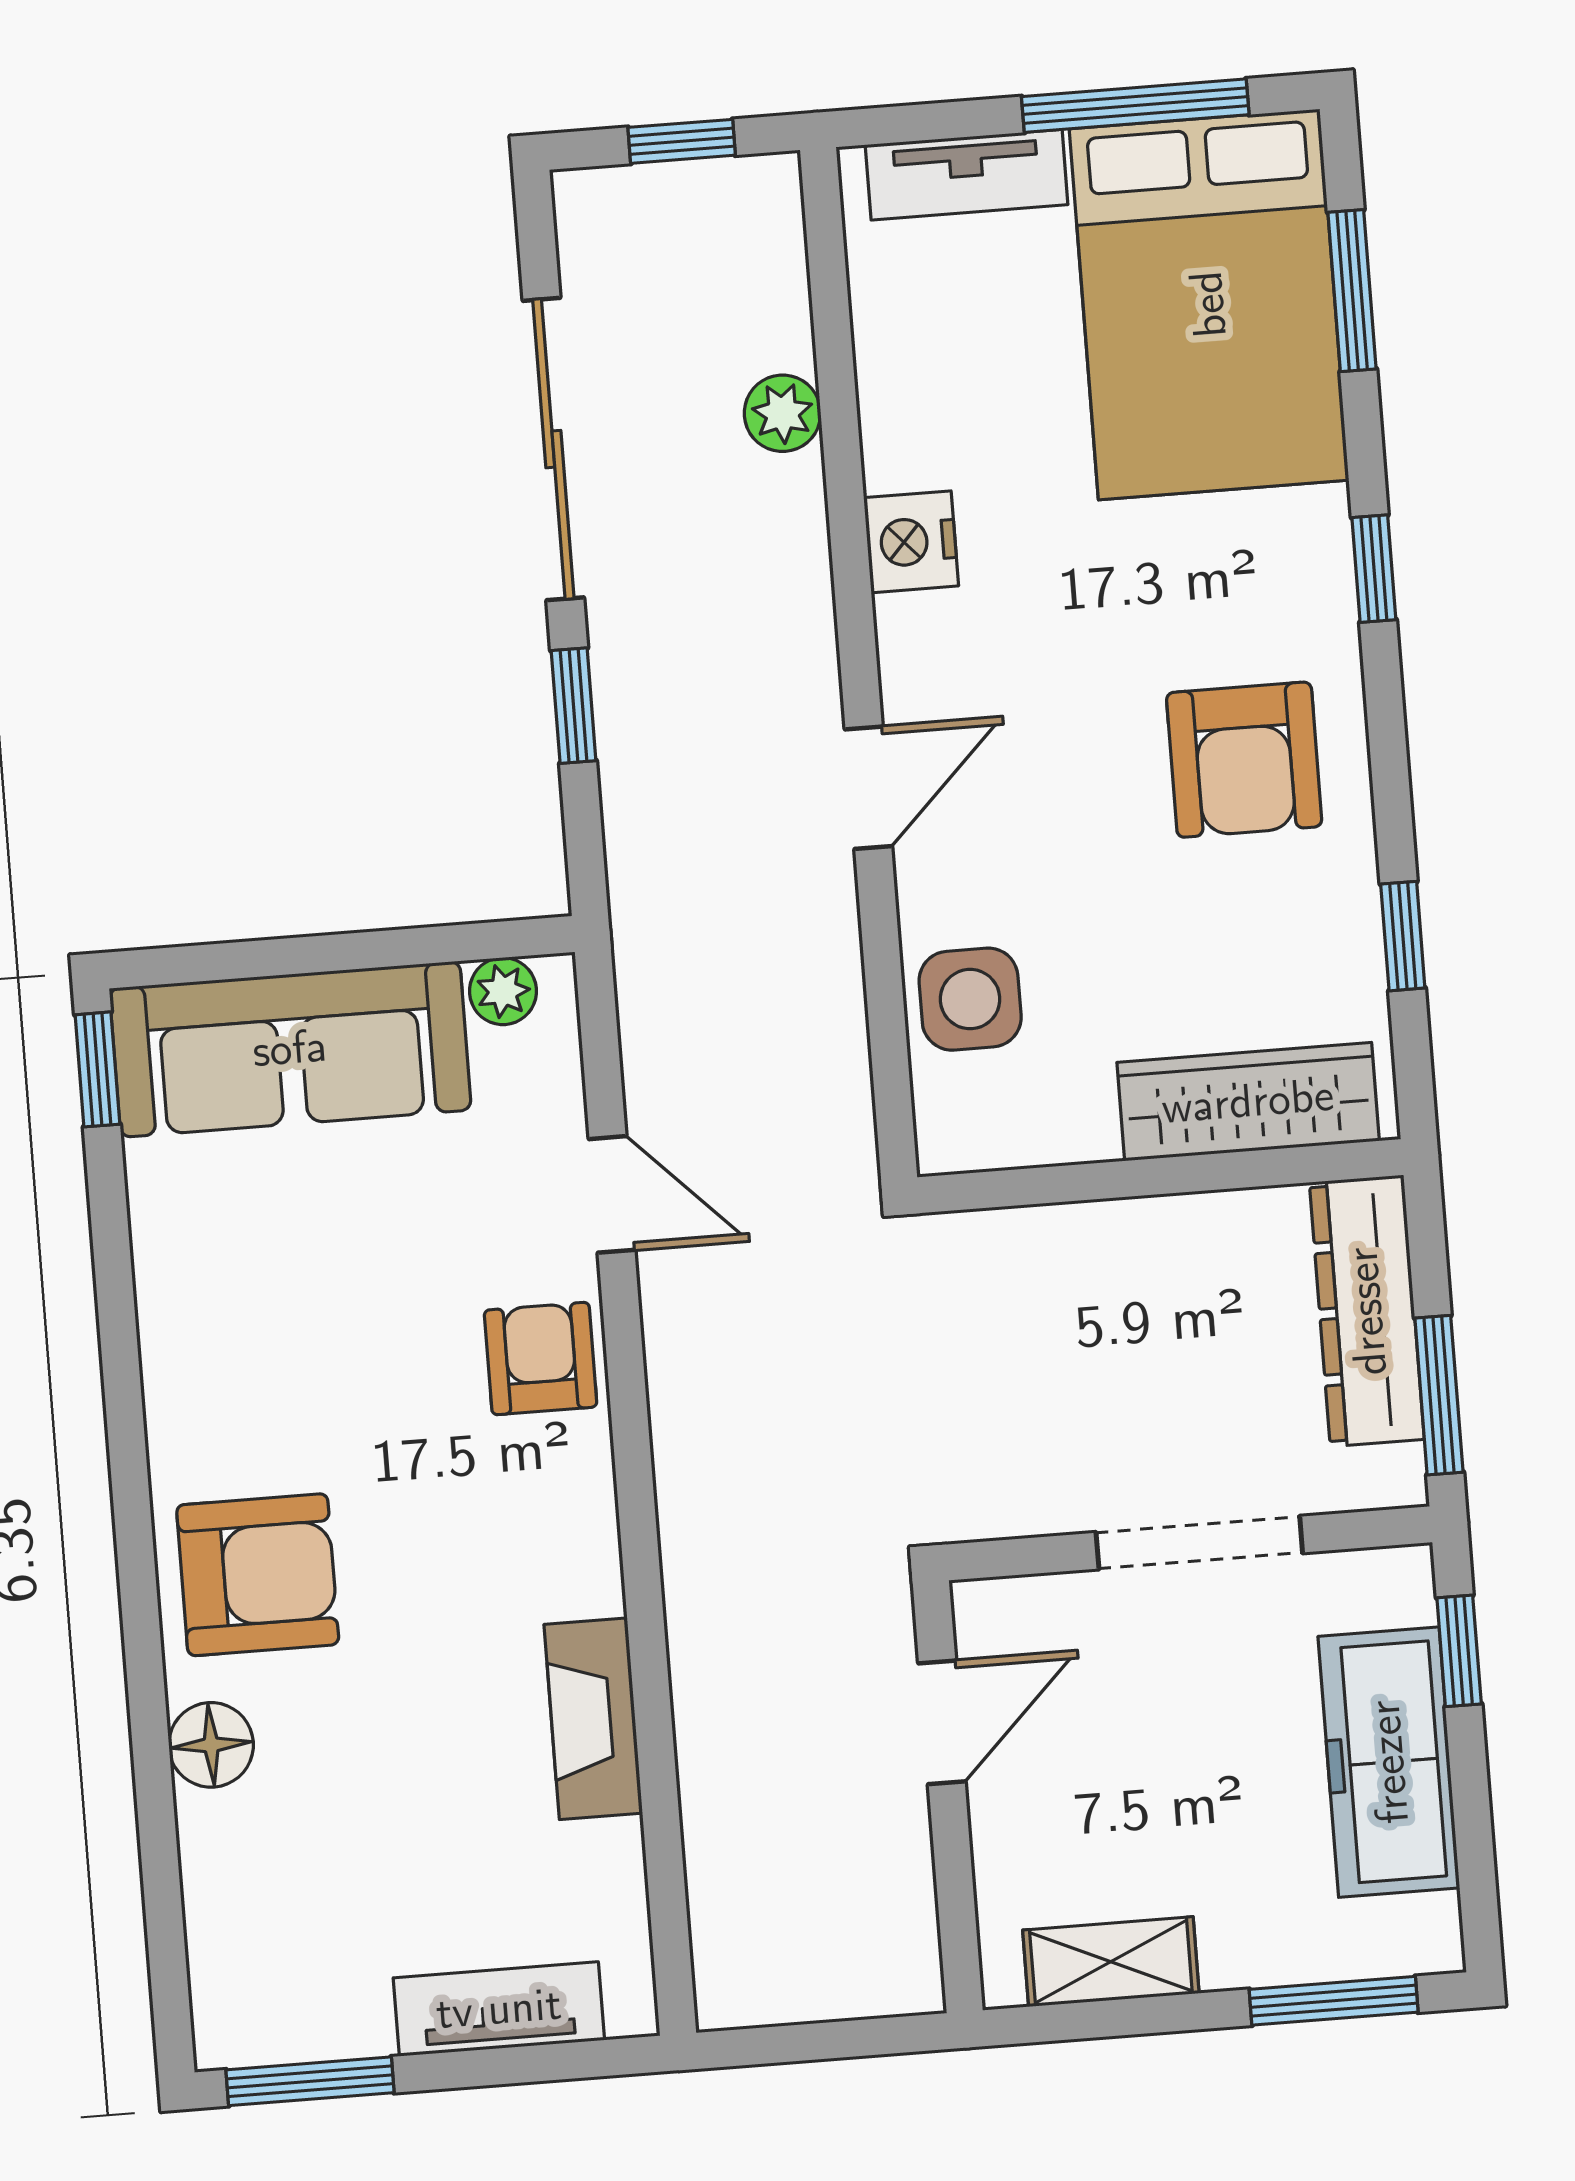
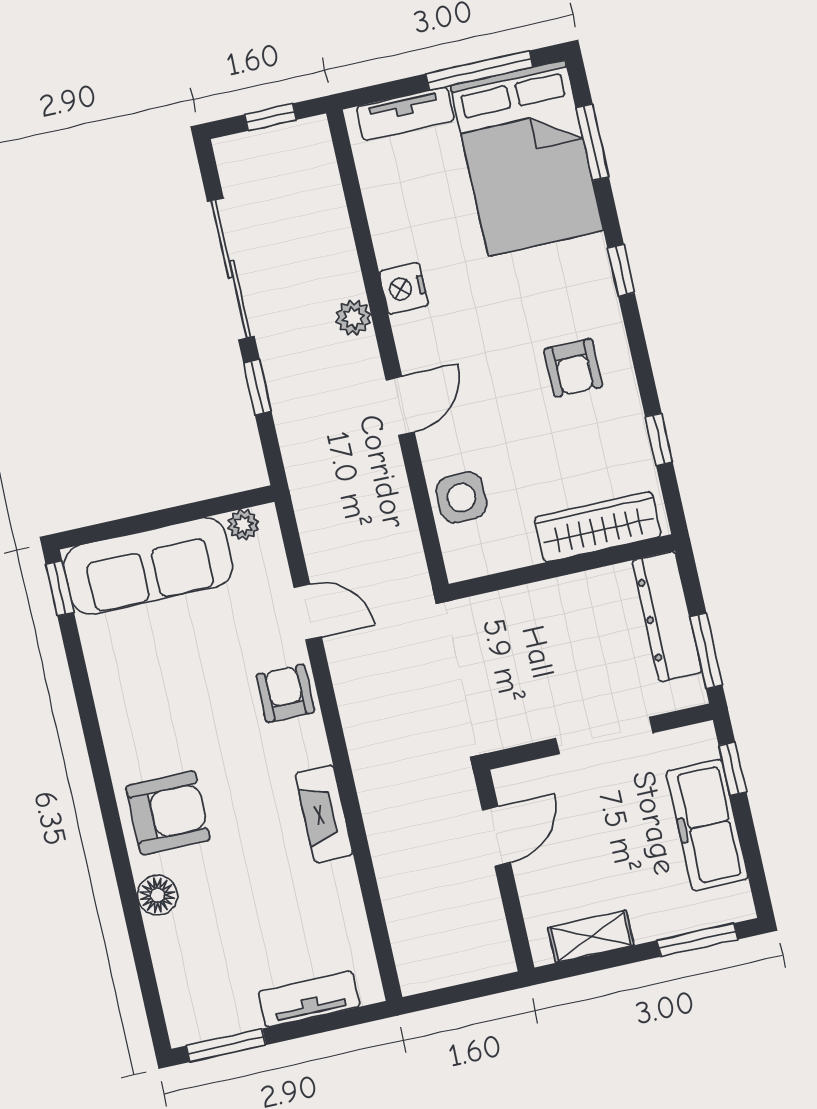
plant: (783, 413) -> (353, 318), moved
armchair: (1244, 760) -> (573, 368), width x0.72, depth x0.72
fireplace: (593, 1719) -> (324, 814), moved

